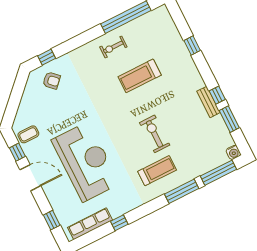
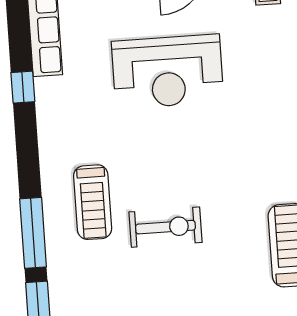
reception desk: (86, 162) -> (168, 72), width x0.74, depth x0.77

